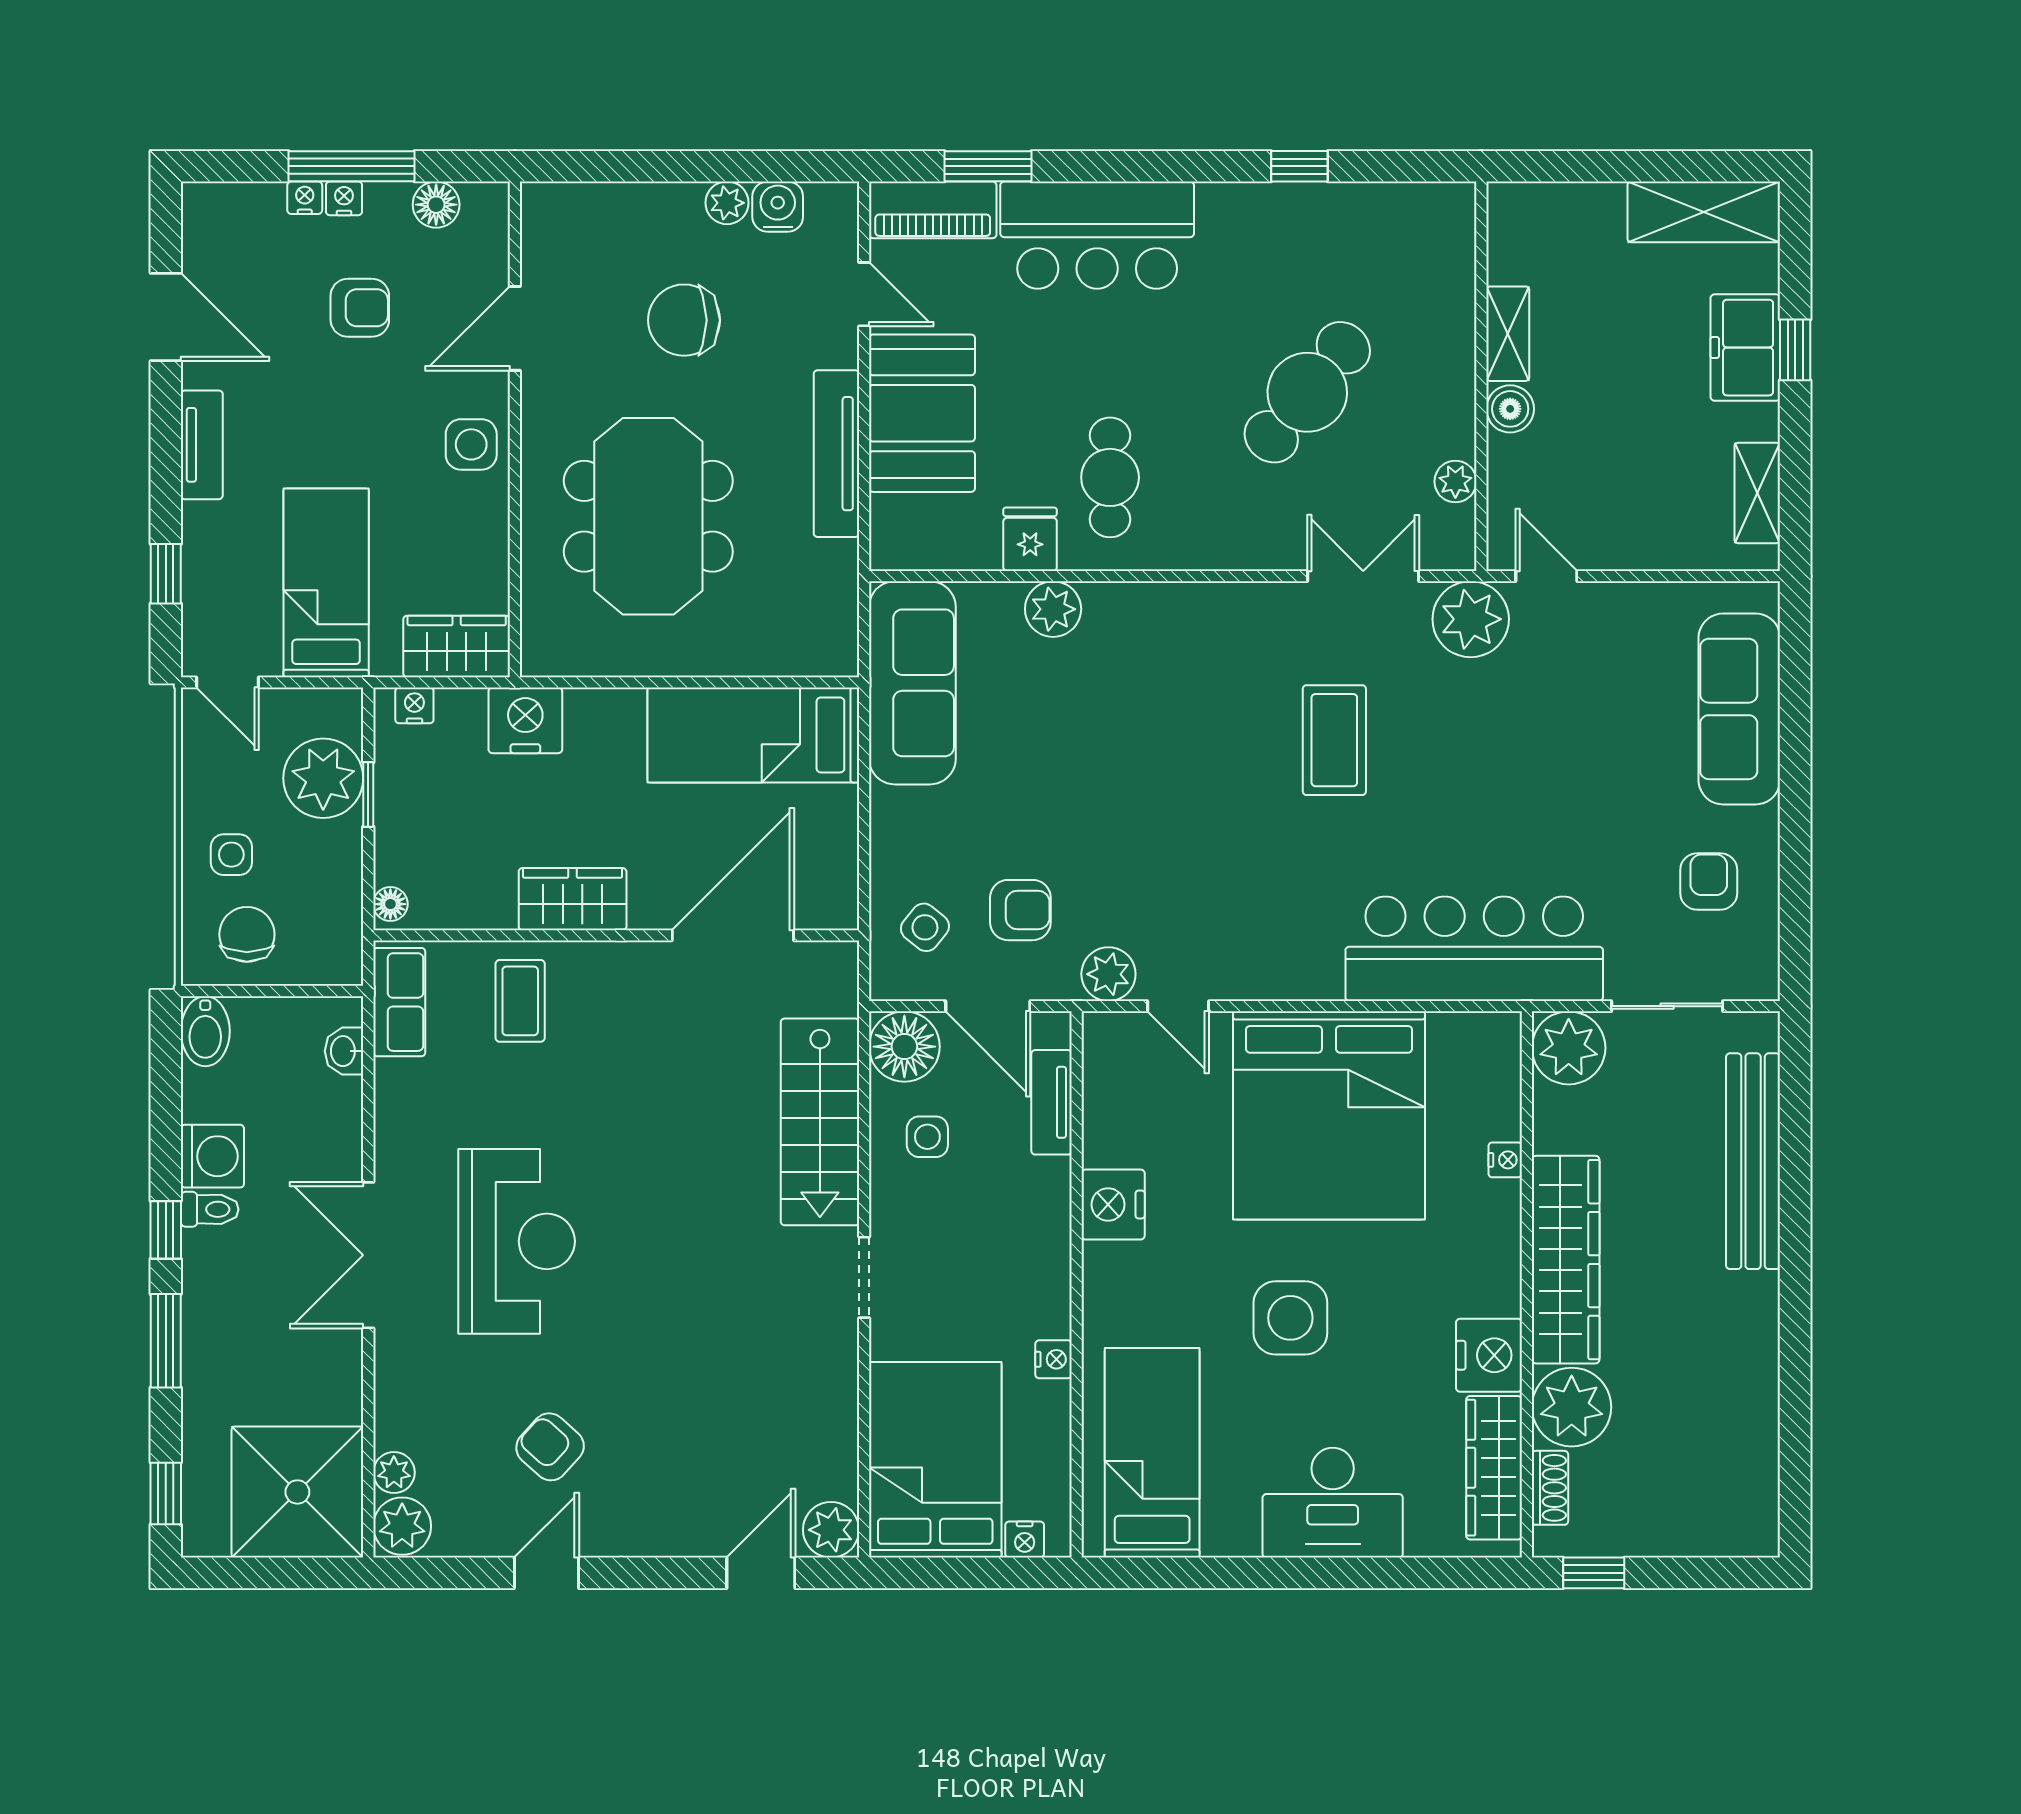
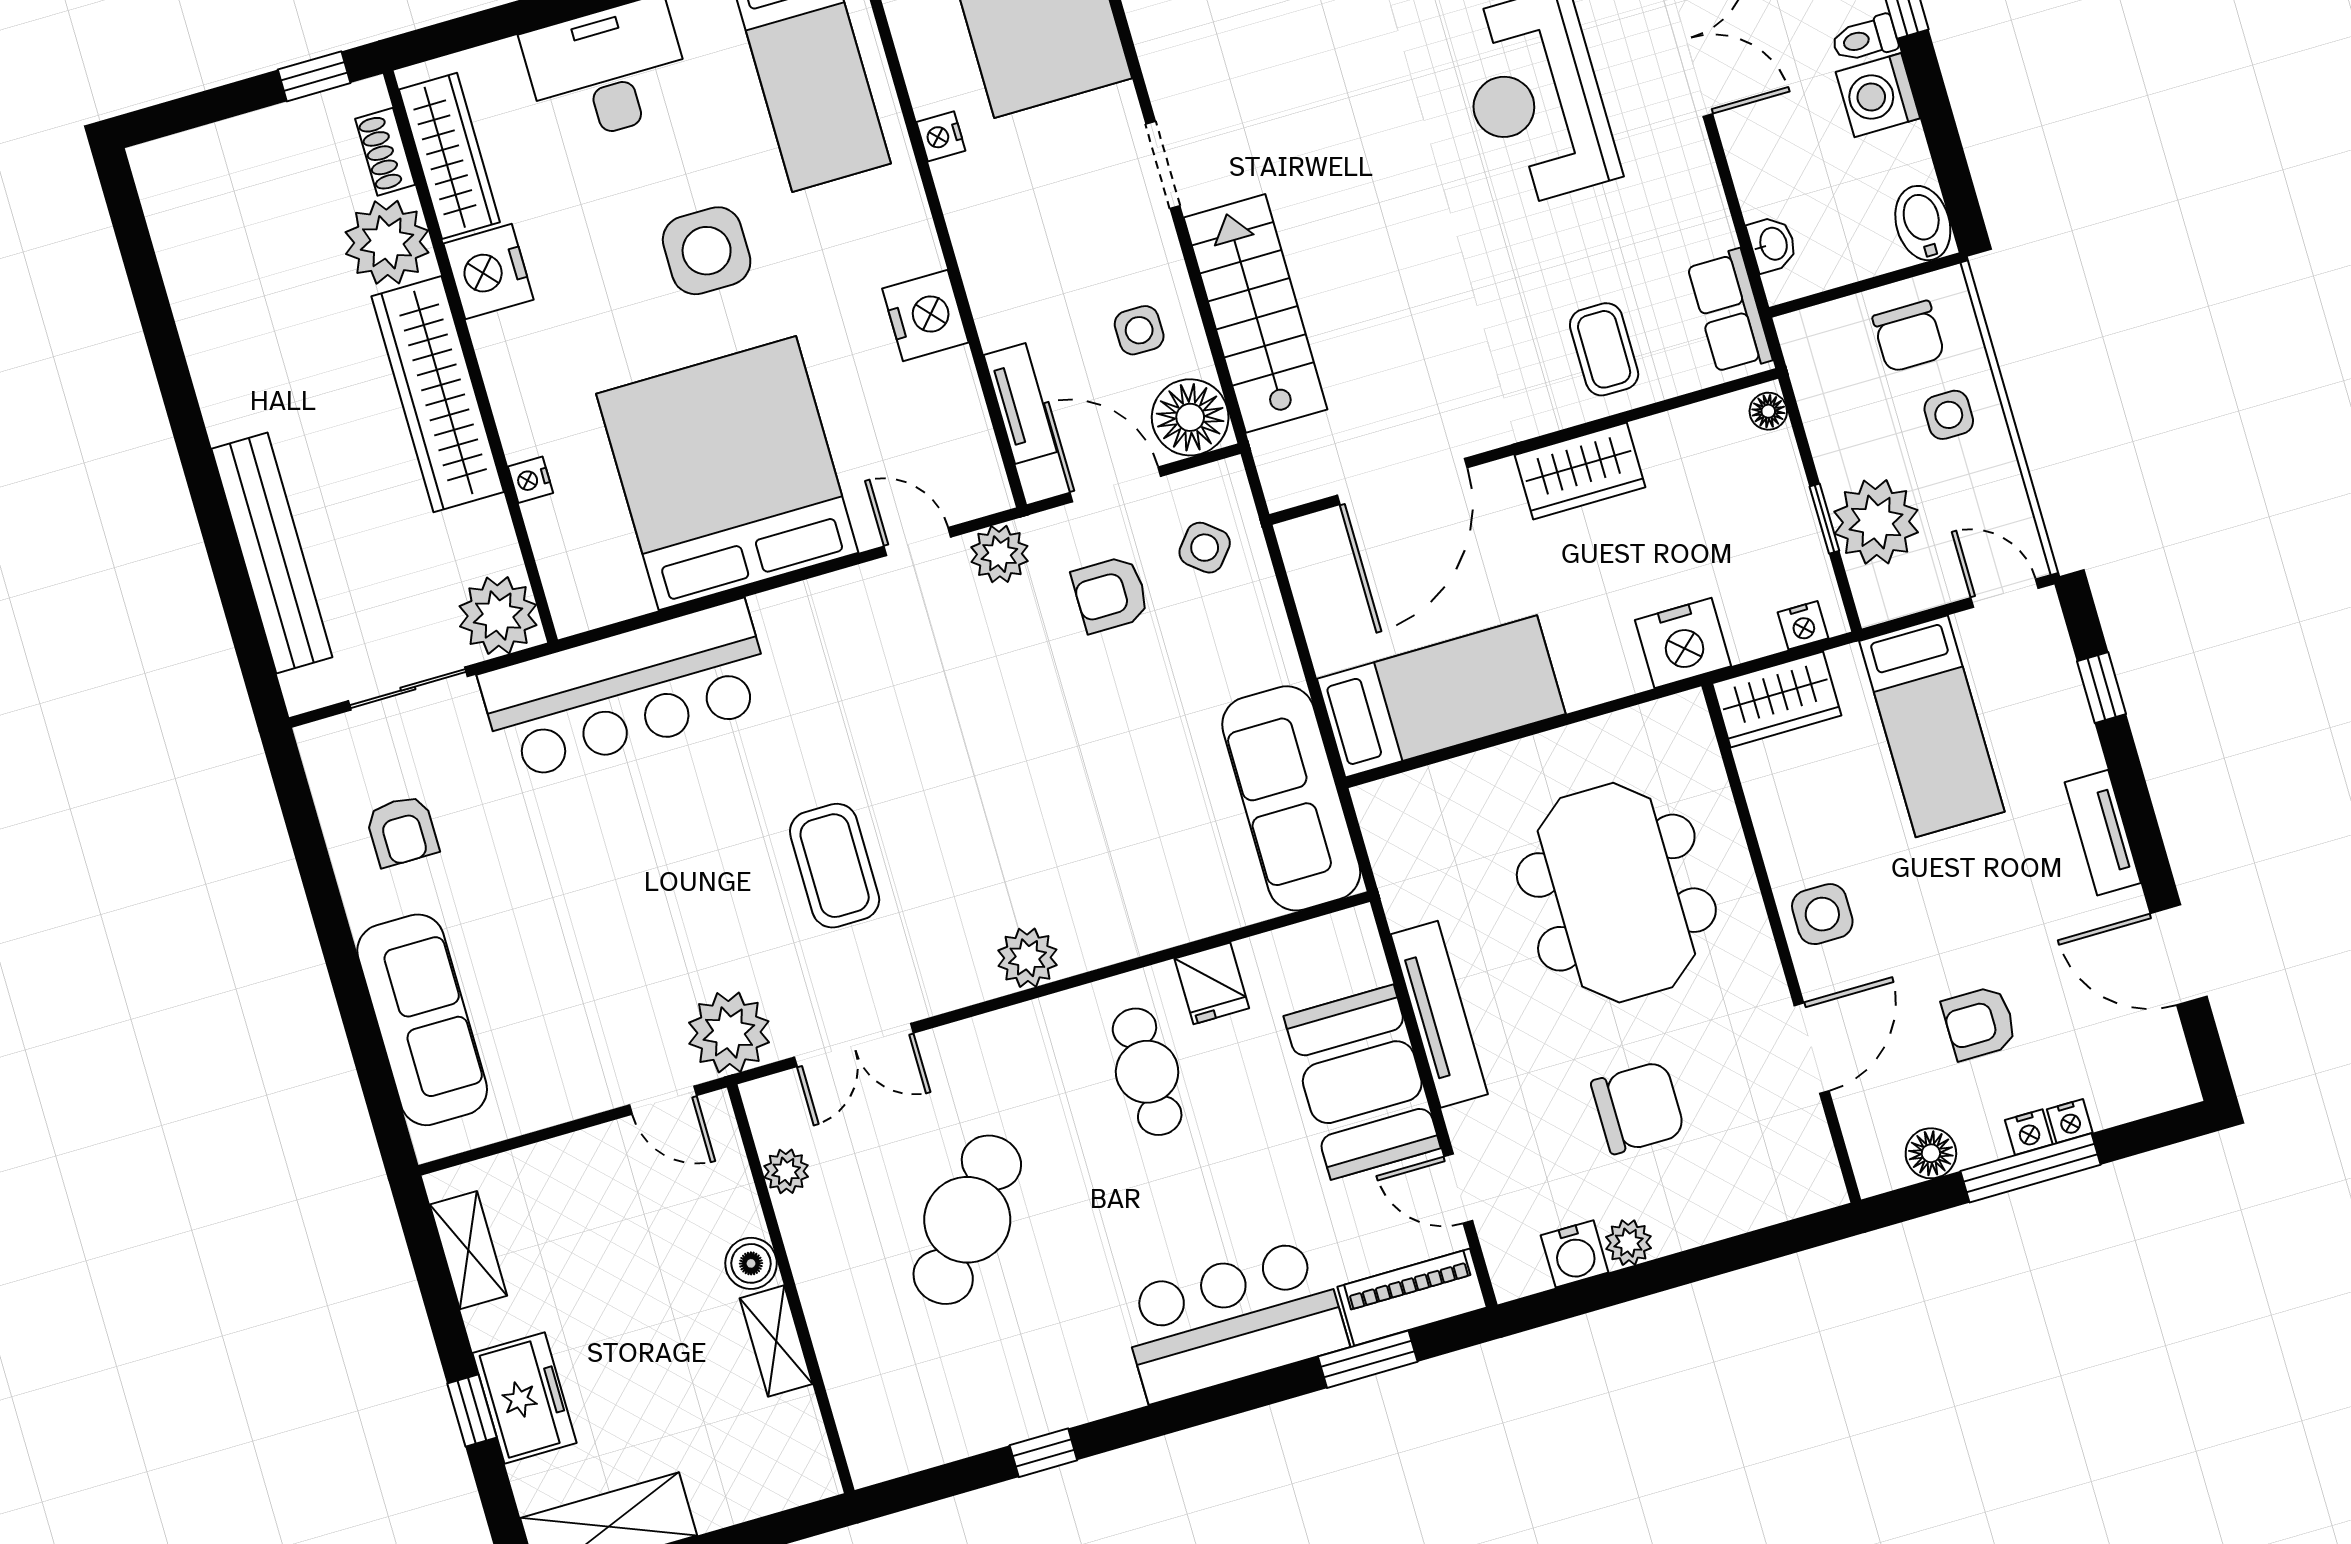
plant: (1053, 609) -> (1027, 958), moved

